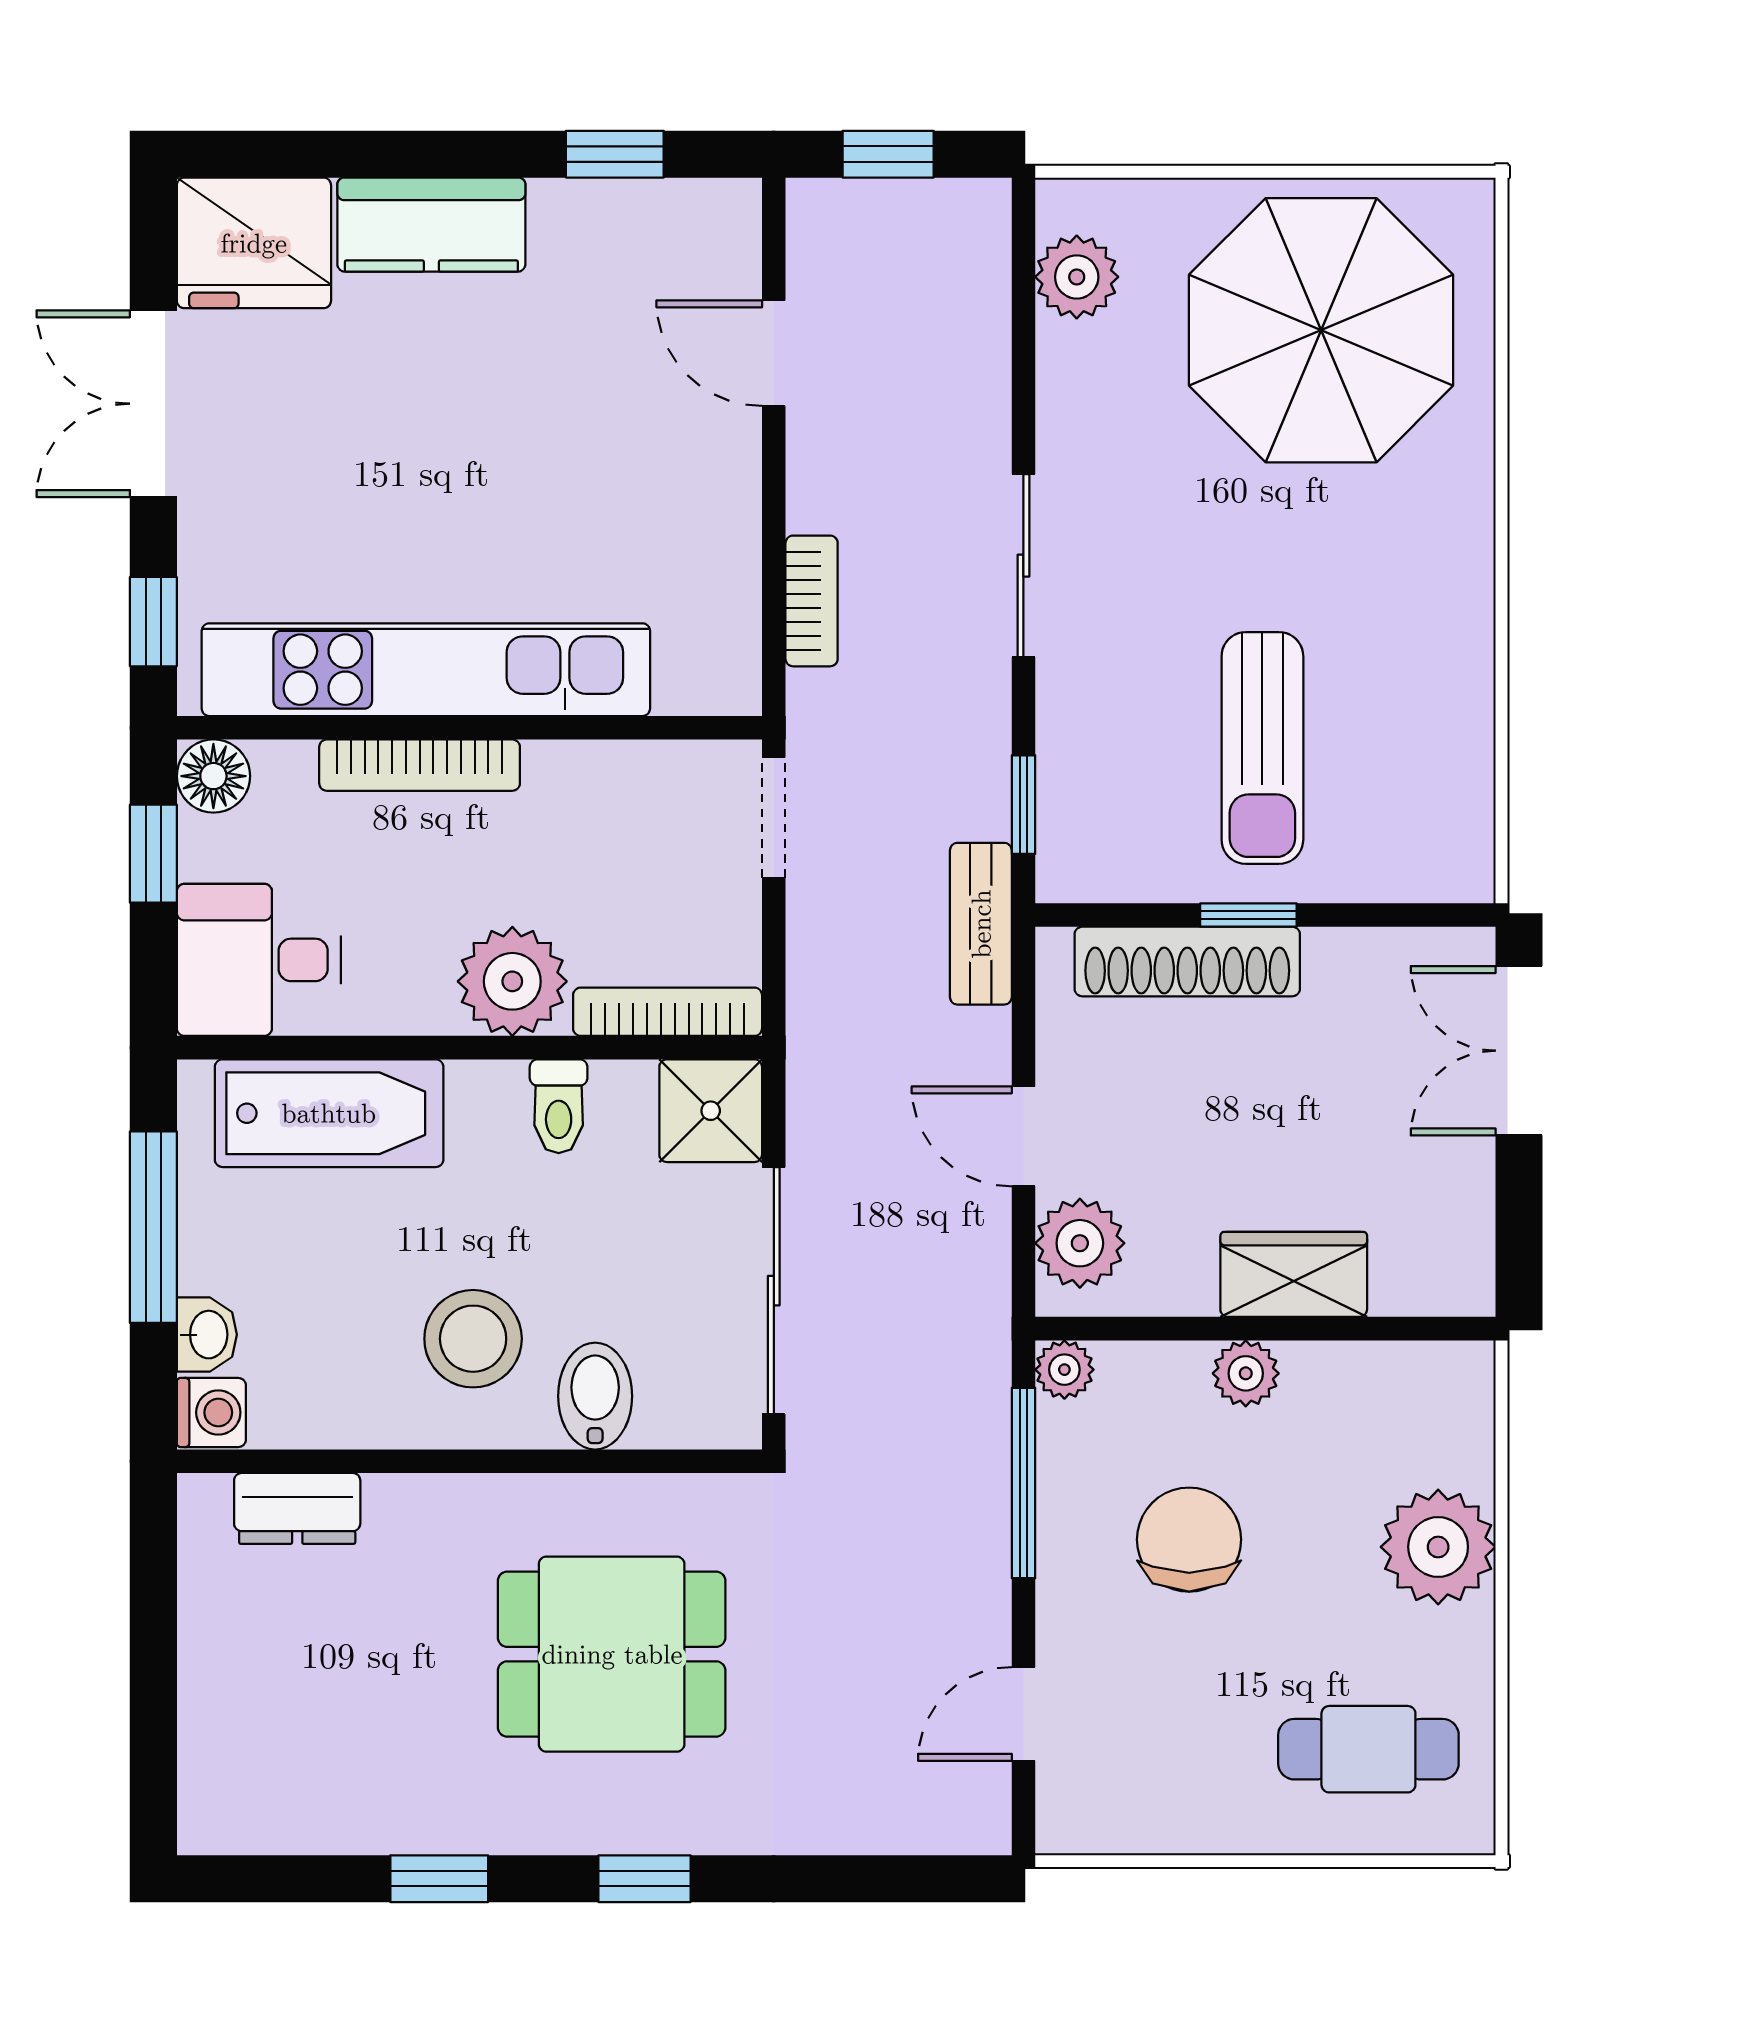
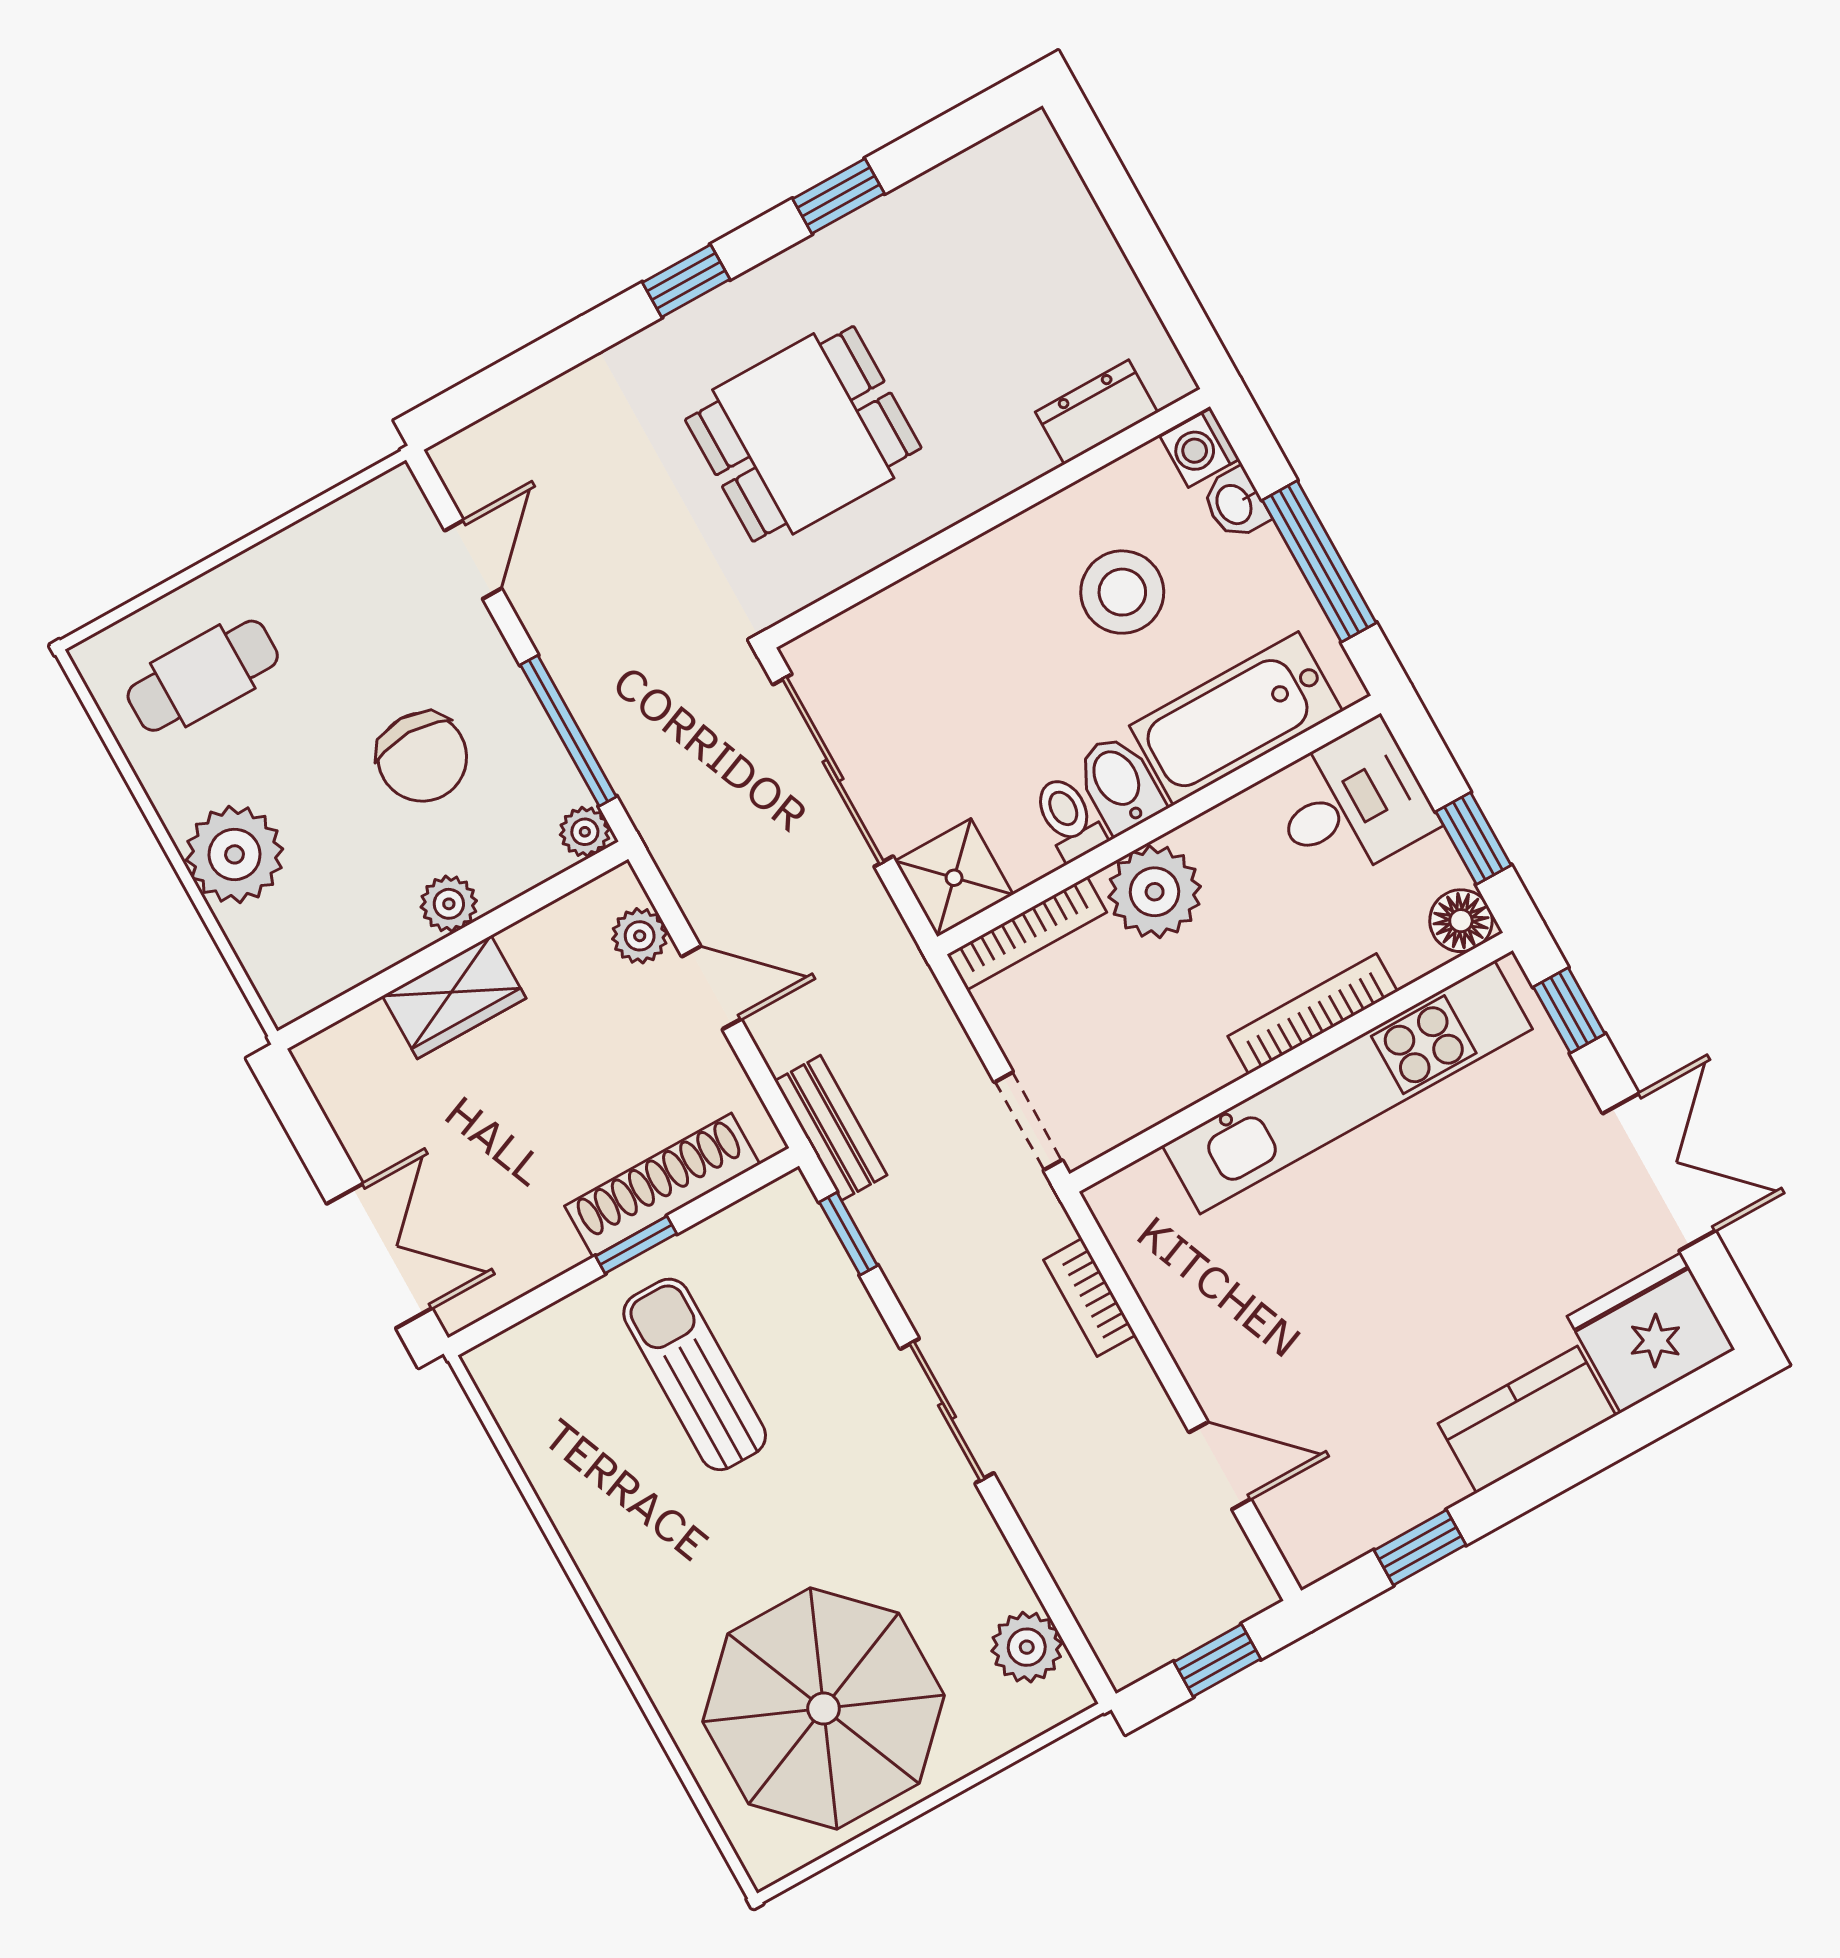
plant: (1080, 1243) -> (640, 936), width x0.73, depth x0.73
stool: (473, 1339) -> (1122, 592), moved
bidet: (595, 1396) -> (1119, 784), moved, turned 180

